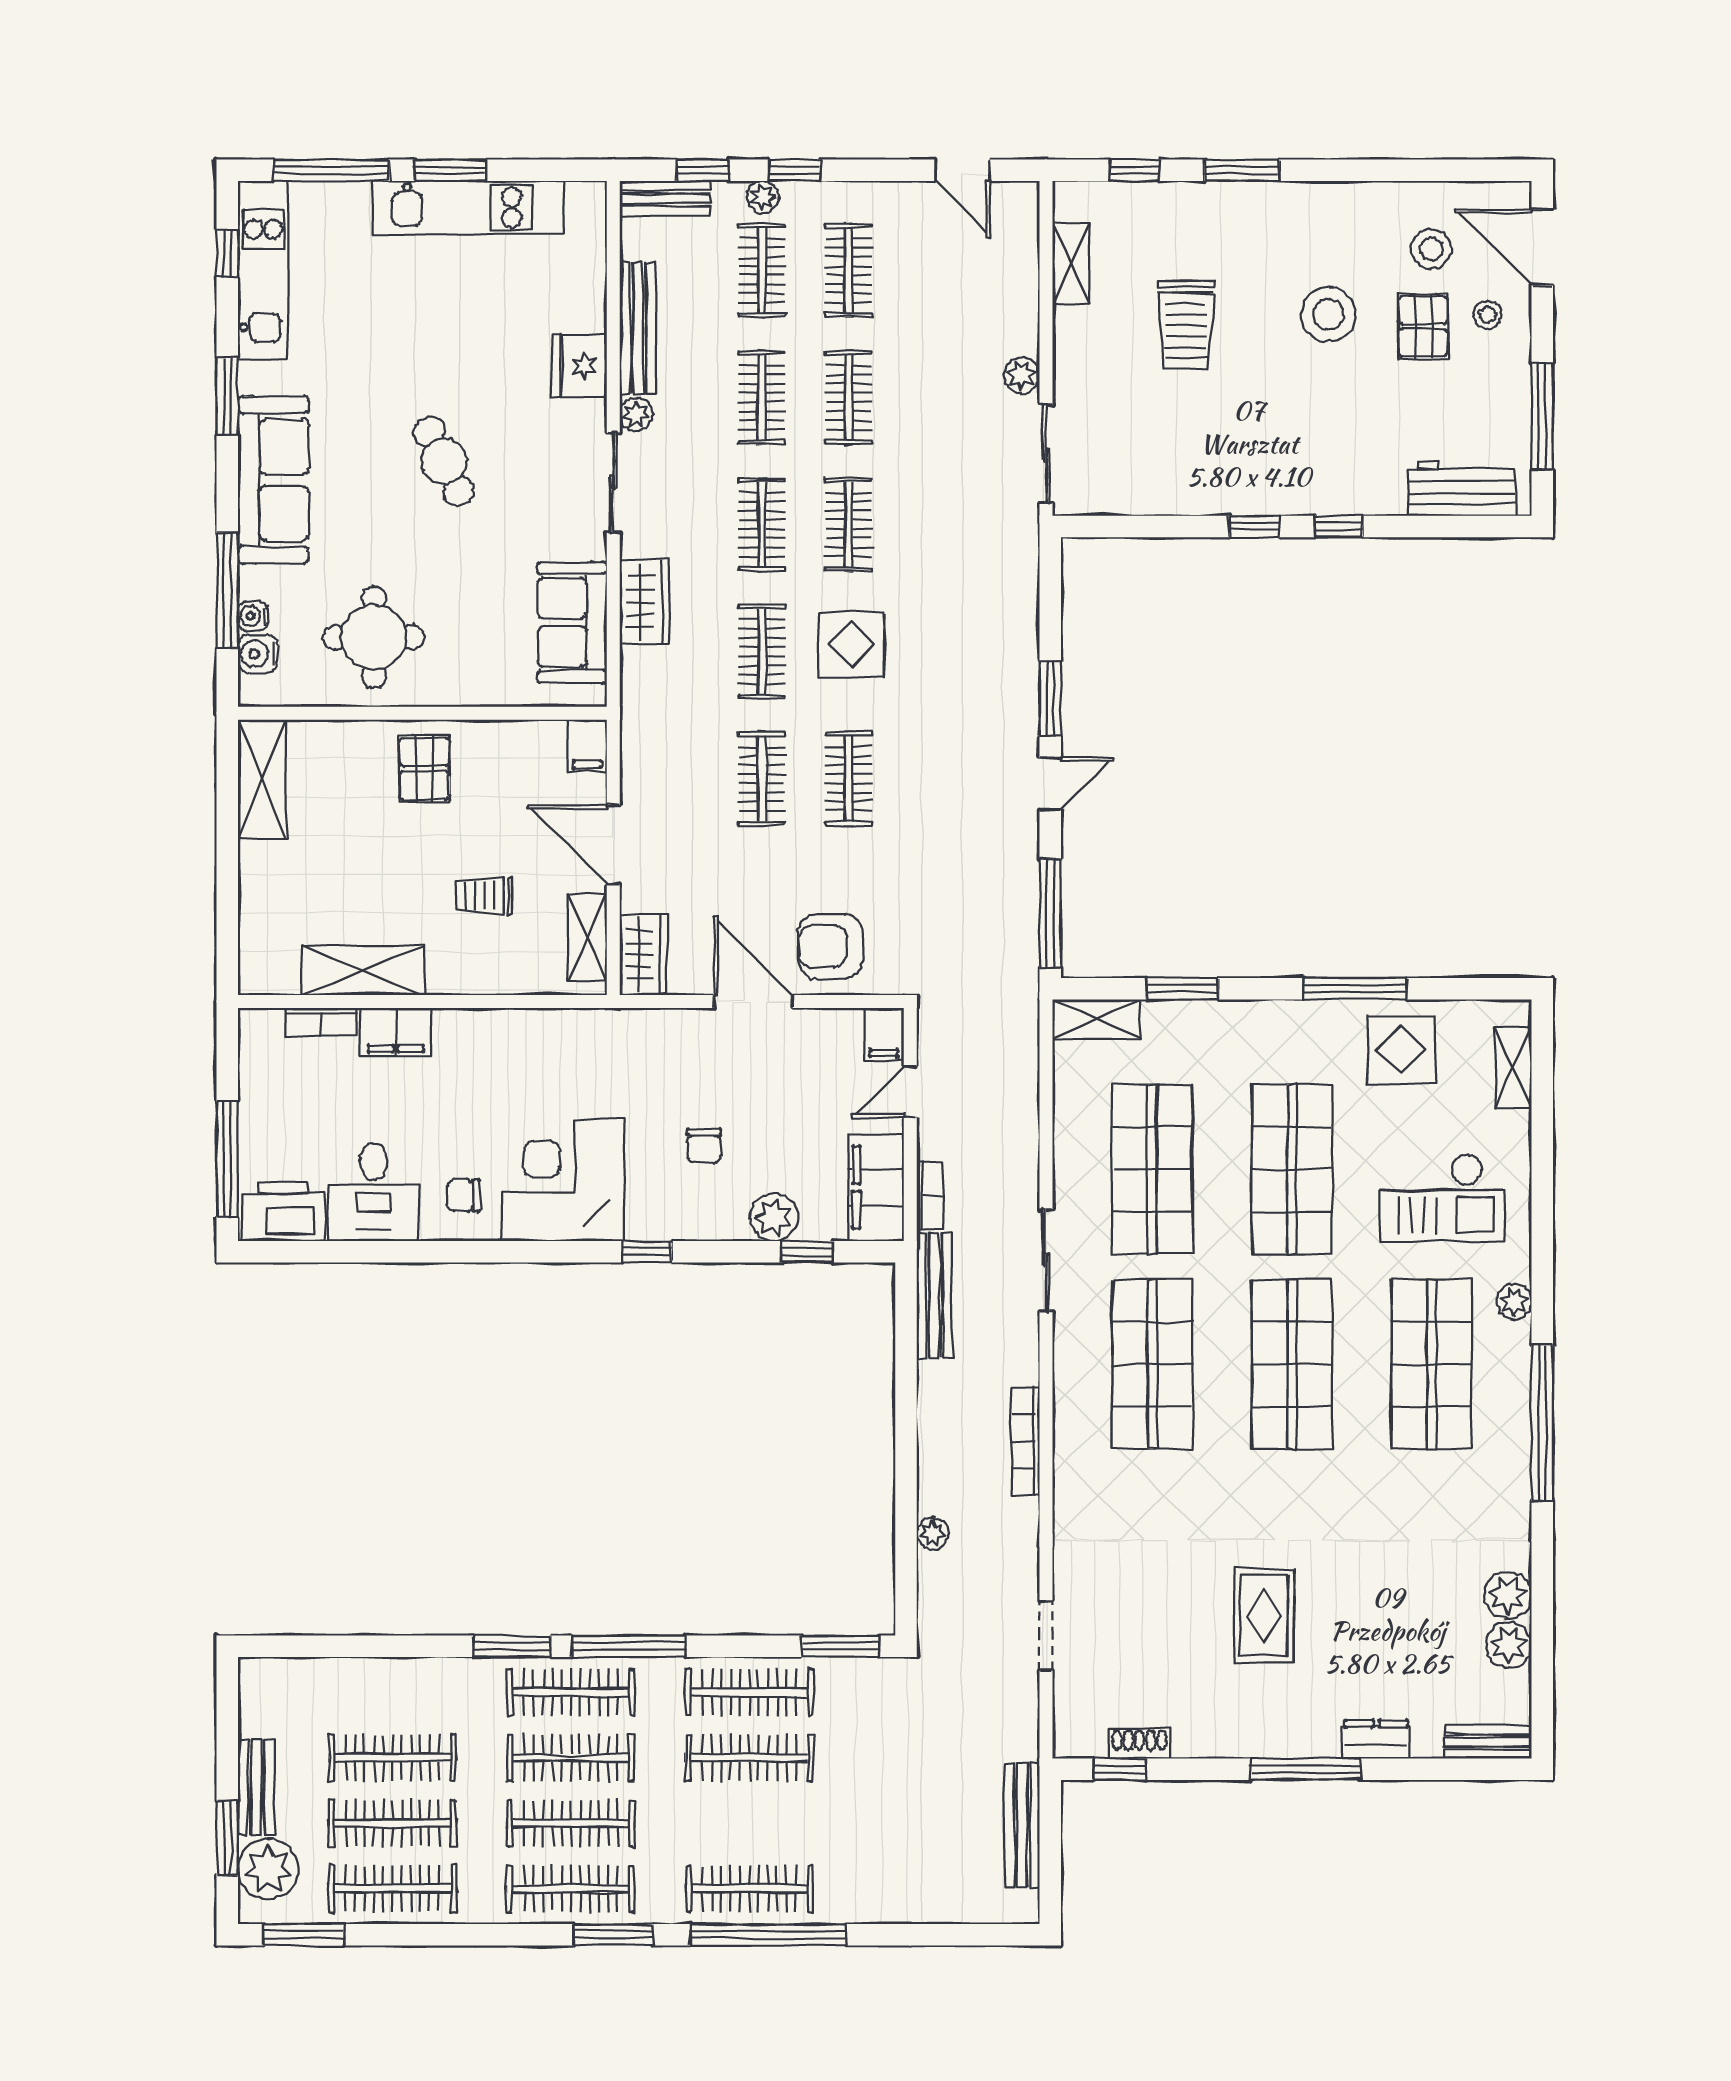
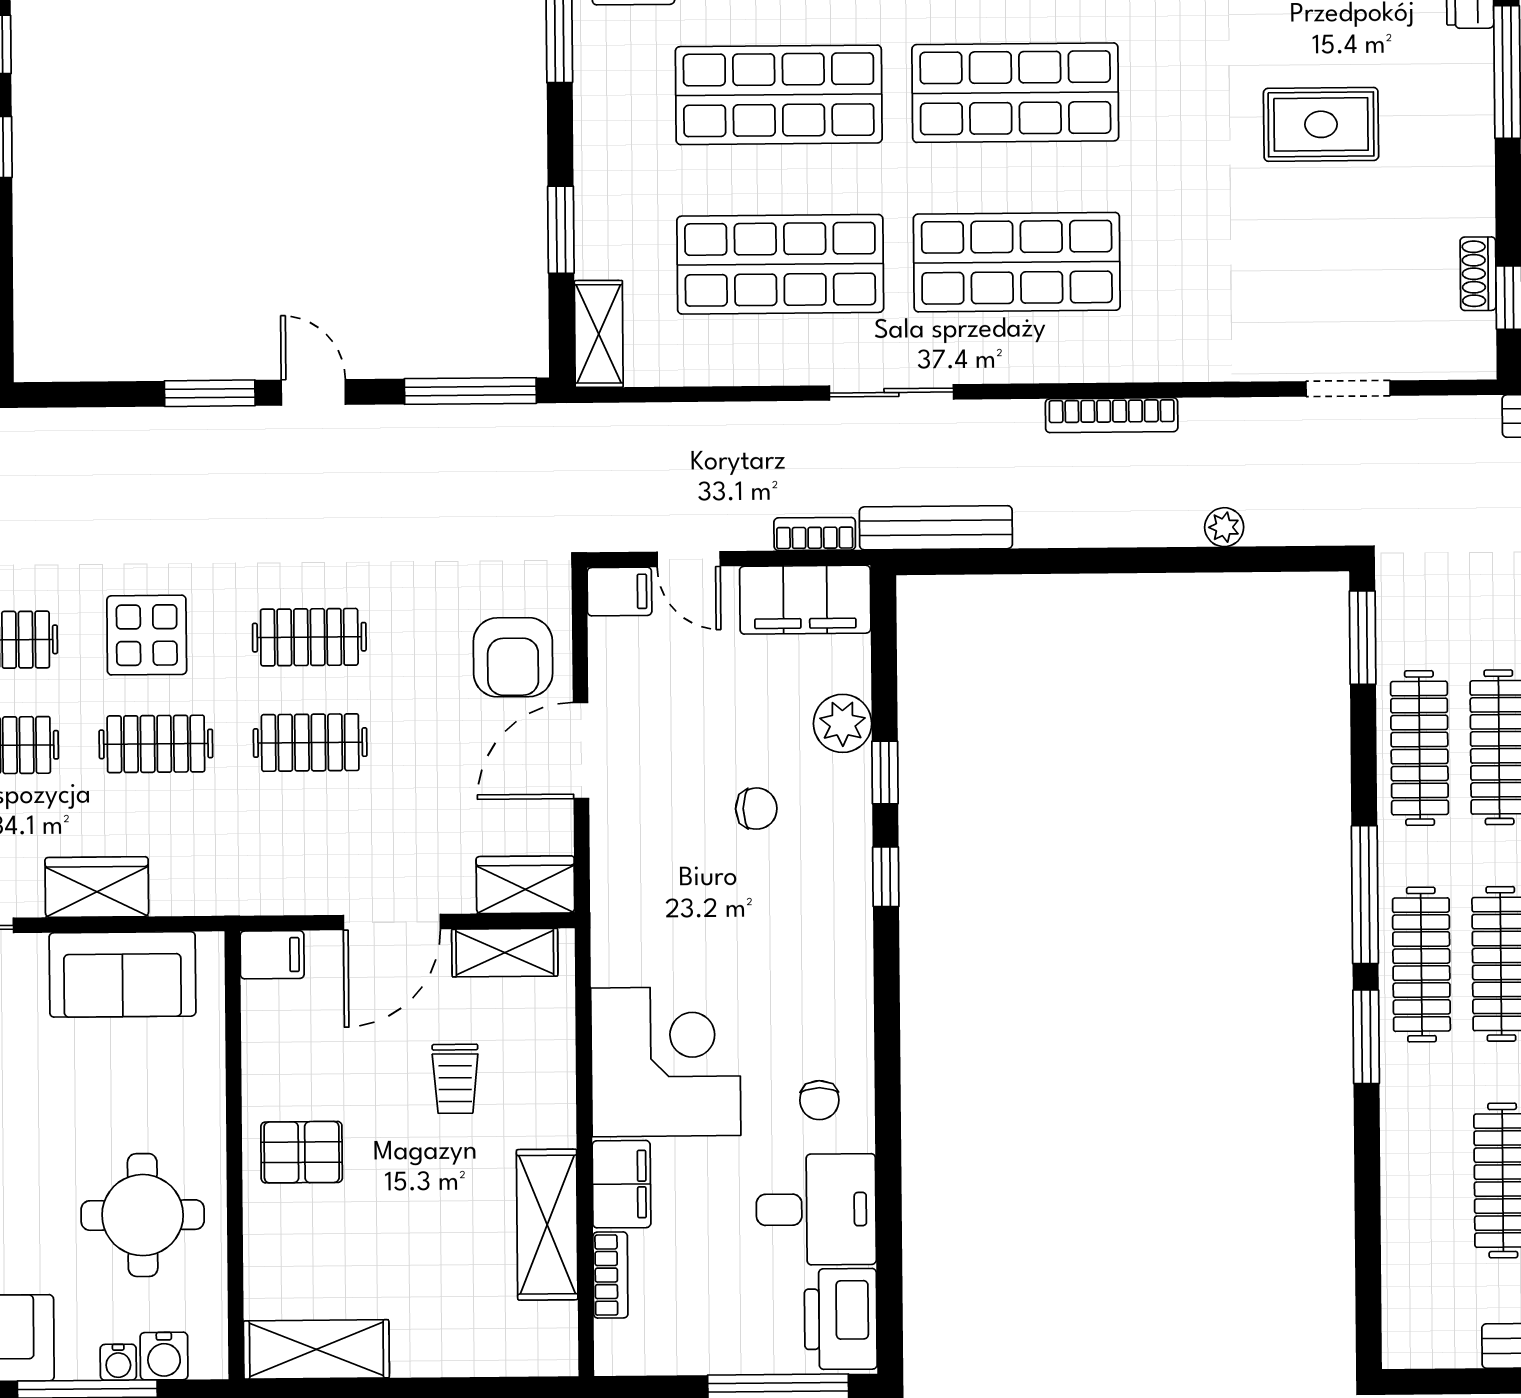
corner desk: (563, 1180) -> (666, 1062), moved, turned 180
window: (807, 1252) -> (885, 772), moved

